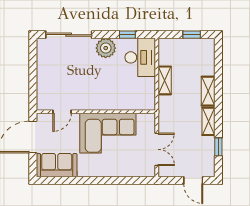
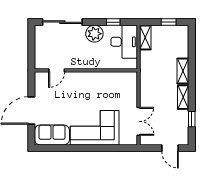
shelving: (165, 80) -> (145, 38), moved
door: (62, 112) -> (57, 70), moved
wall: (96, 112) -> (86, 70), moved
corner sofa: (108, 133) -> (95, 128), moved, turned 180

